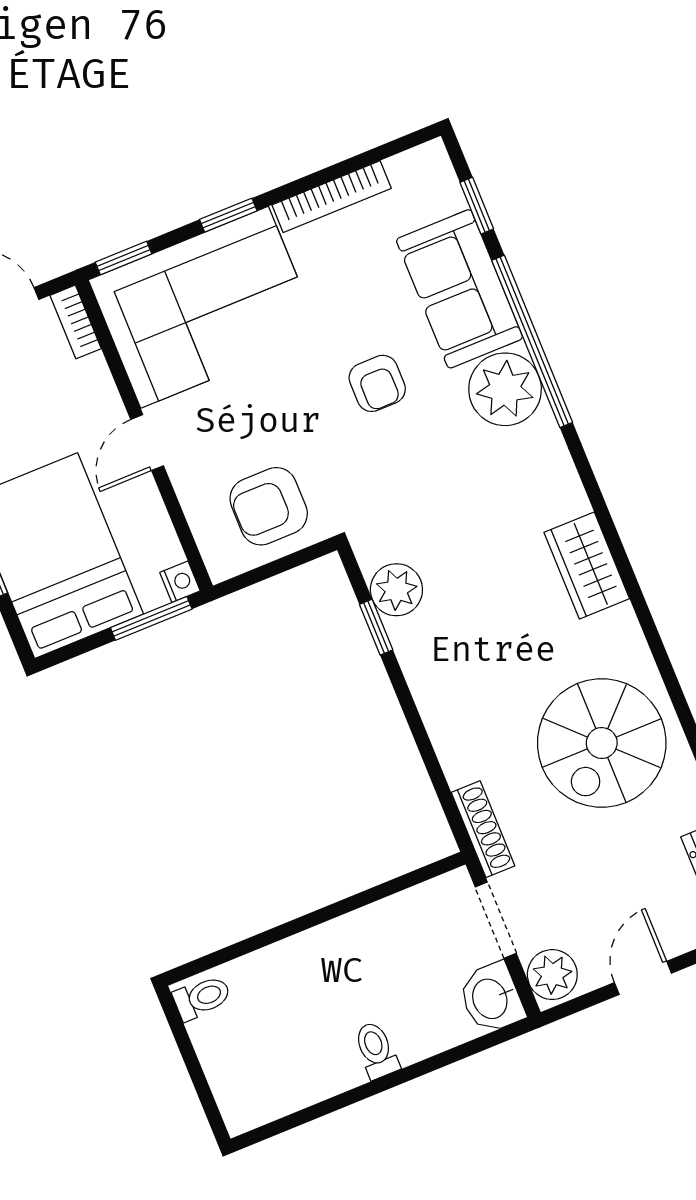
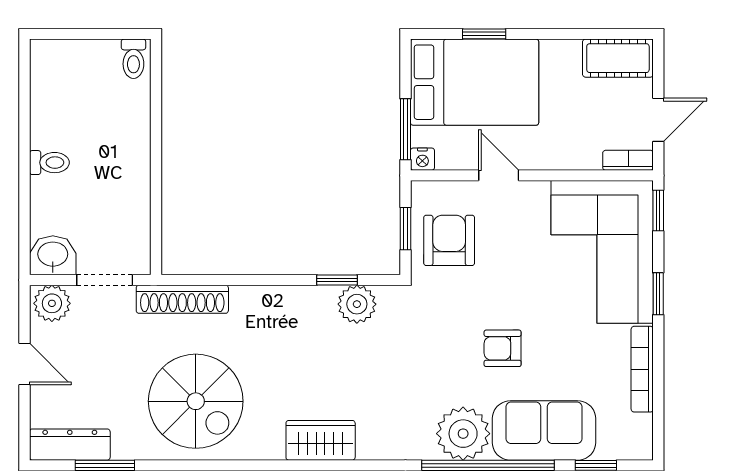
door: (147, 443) -> (499, 175), moved
window: (276, 567) -> (405, 229), added
spiral stairs: (602, 743) -> (196, 401), turned 180
shoe rack: (483, 829) -> (182, 299), width x1.36, depth x1.24

